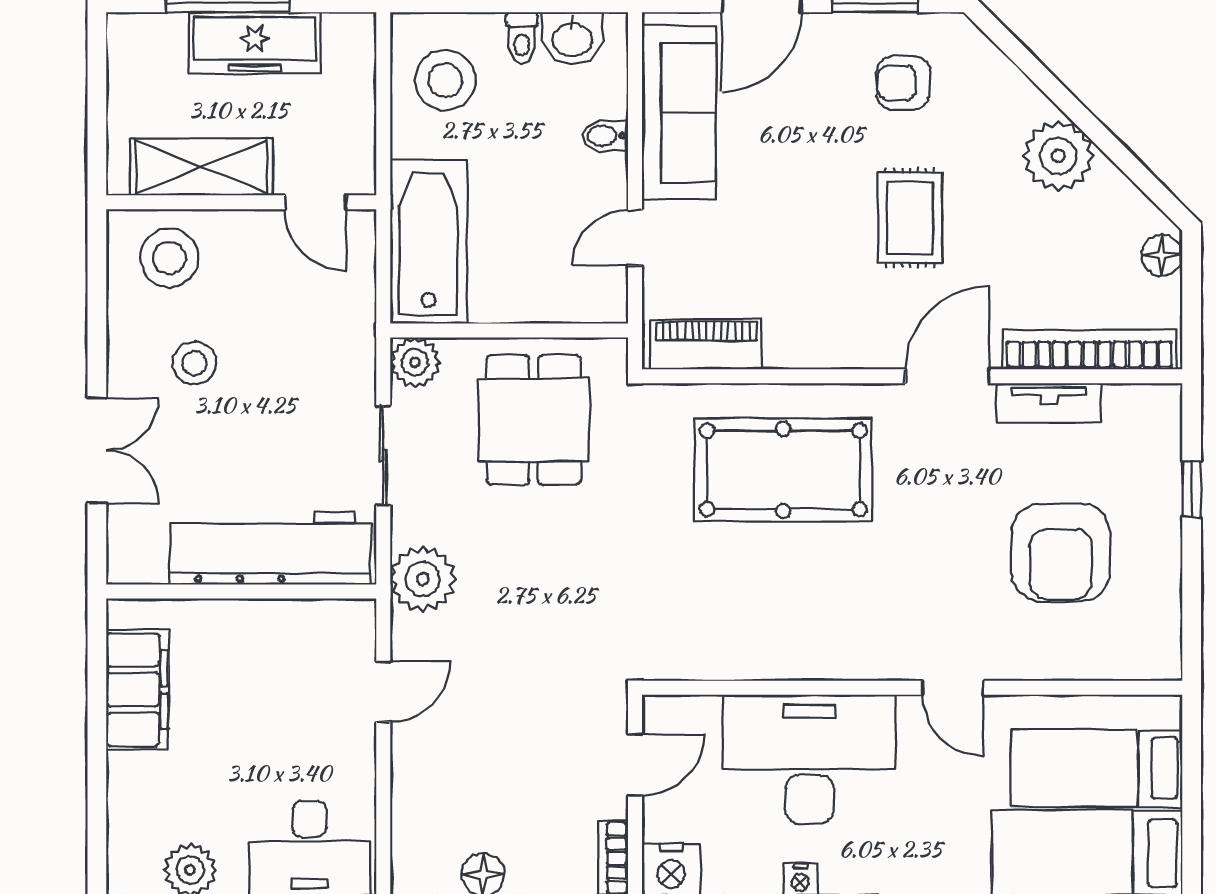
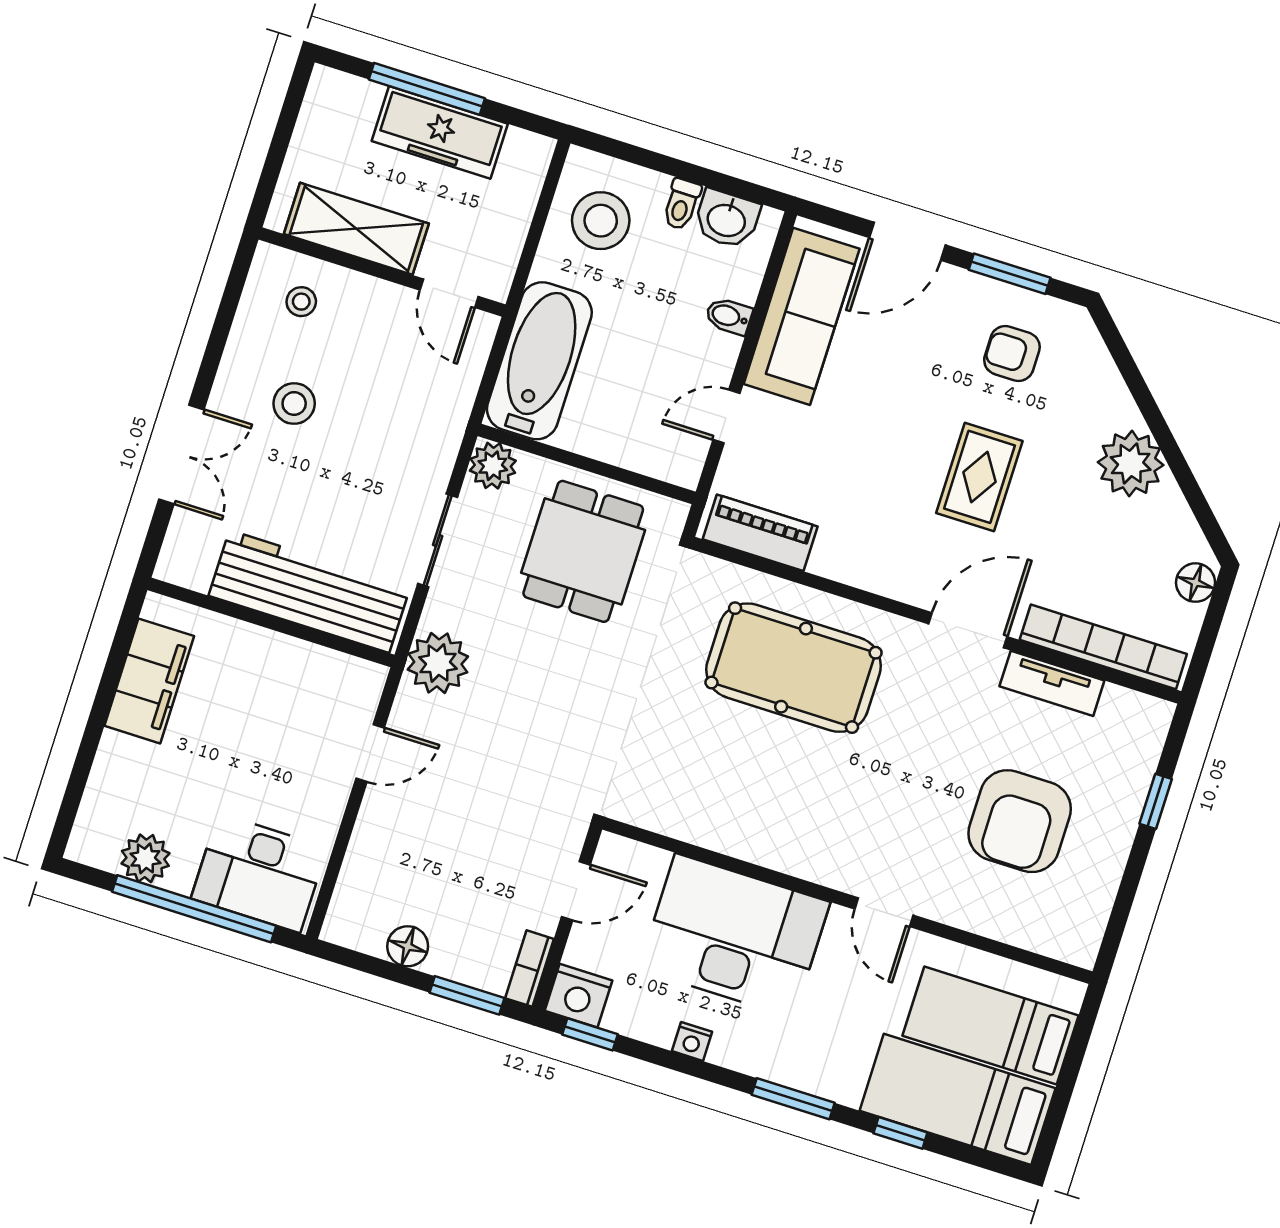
stool: (169, 258) -> (301, 302), width x0.53, depth x0.53

